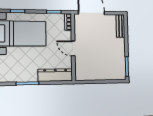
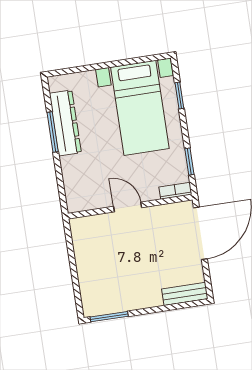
door: (73, 48) -> (128, 207), hinge flipped
dresser: (55, 75) -> (65, 123), moved

